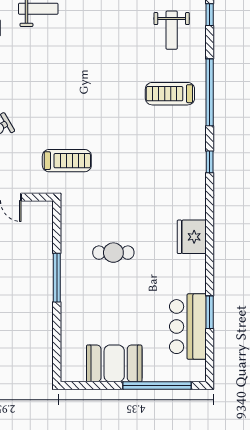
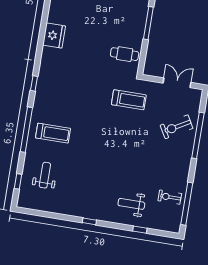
treadmill: (67, 161) -> (129, 100), turned 180
cafe table: (113, 253) -> (125, 54), moved

